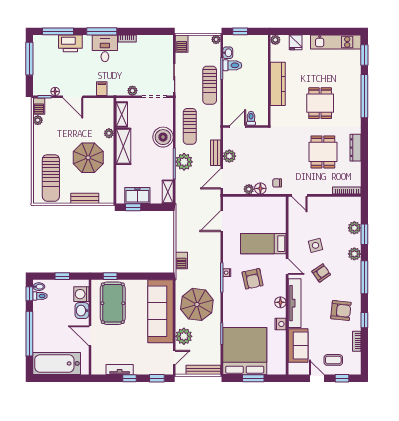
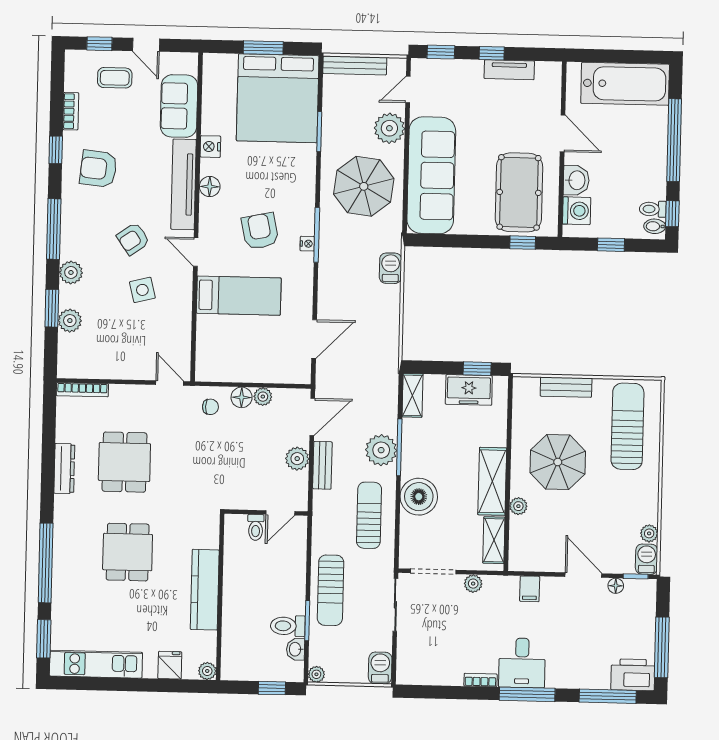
printer: (70, 43) -> (633, 675), moved
sun lounger: (210, 85) -> (331, 590), turned 180

